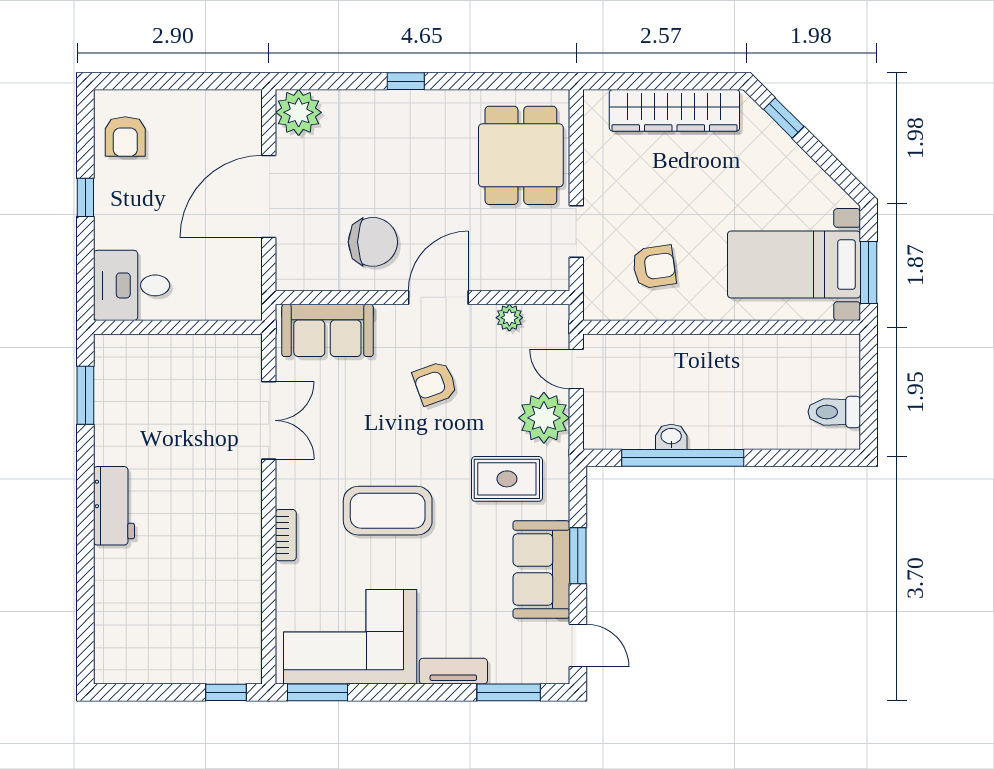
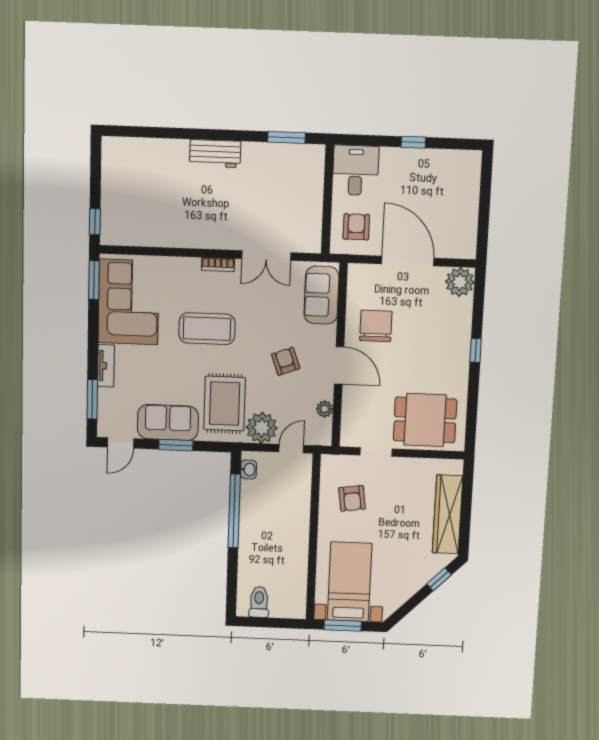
armchair: (125, 137) -> (356, 227), moved, turned 90
chair: (373, 242) -> (376, 326), turned 180
washbasin: (671, 437) -> (248, 469), moved
rug: (507, 479) -> (225, 404), width x1.36, depth x1.43
coffee table: (388, 511) -> (207, 329), turned 90
bookcase: (286, 535) -> (218, 265), moved

